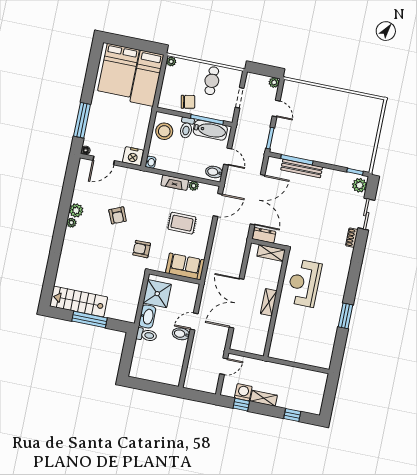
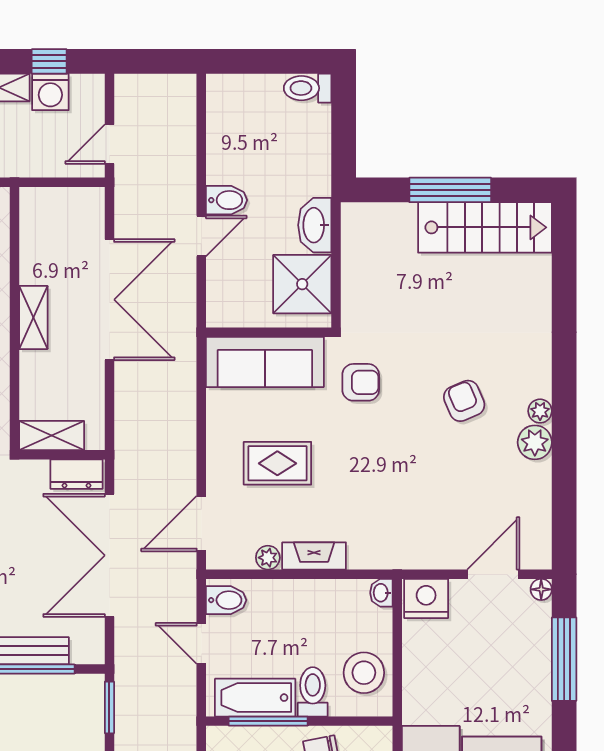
armchair: (118, 215) -> (464, 401), moved
sofa: (185, 266) -> (265, 362), width x1.36
toilet: (147, 335) -> (308, 88), moved

